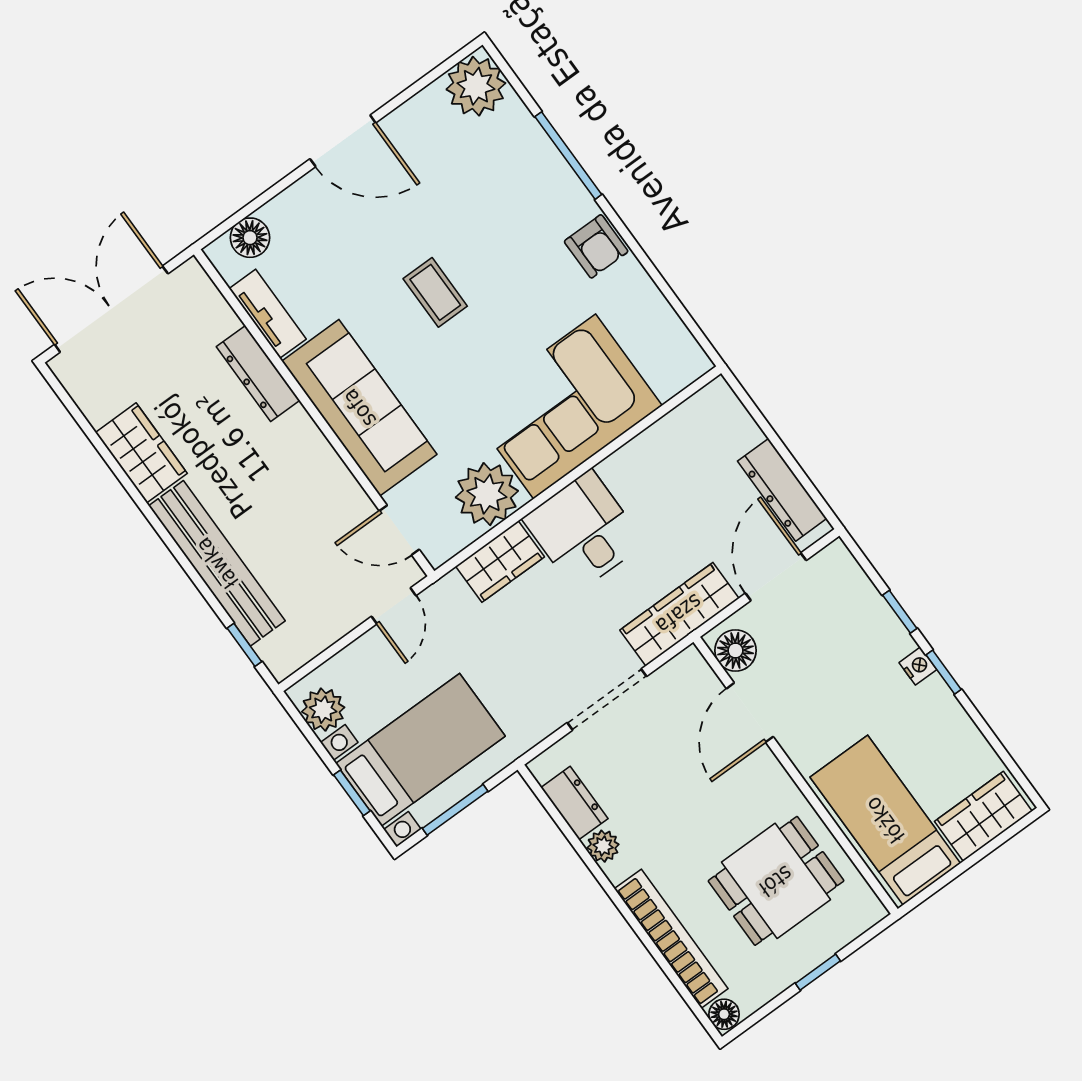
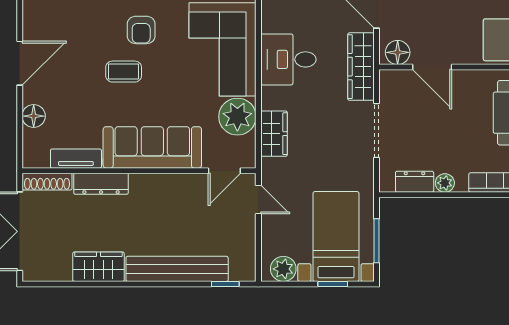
floor lamp: (250, 238) -> (34, 116), moved
armchair: (510, 275) -> (141, 30), added
shoe rack: (207, 297) -> (47, 182), added
desk: (584, 531) -> (288, 59), moved

